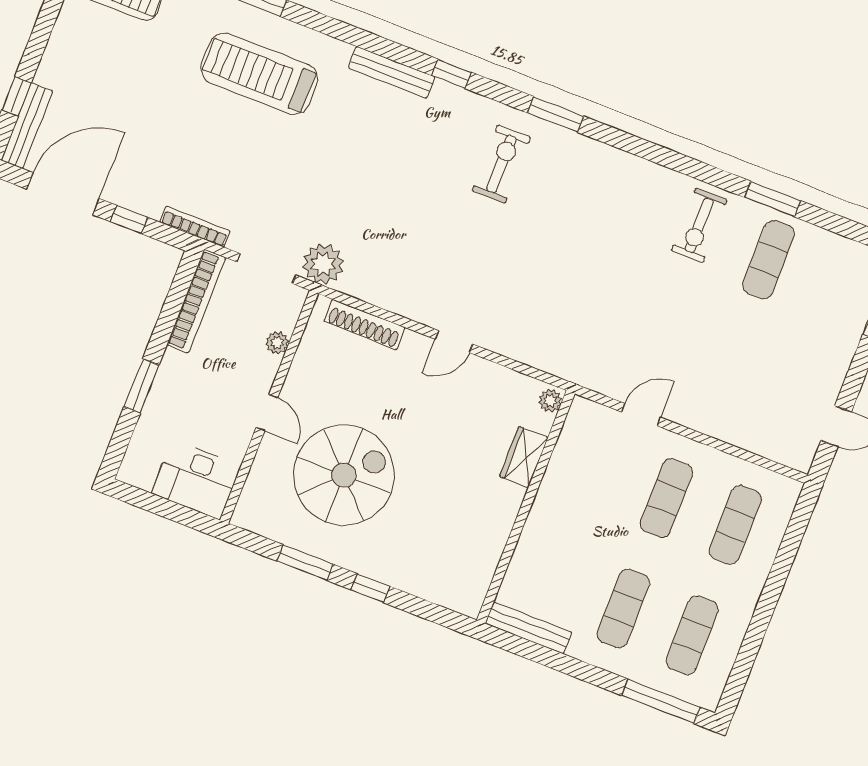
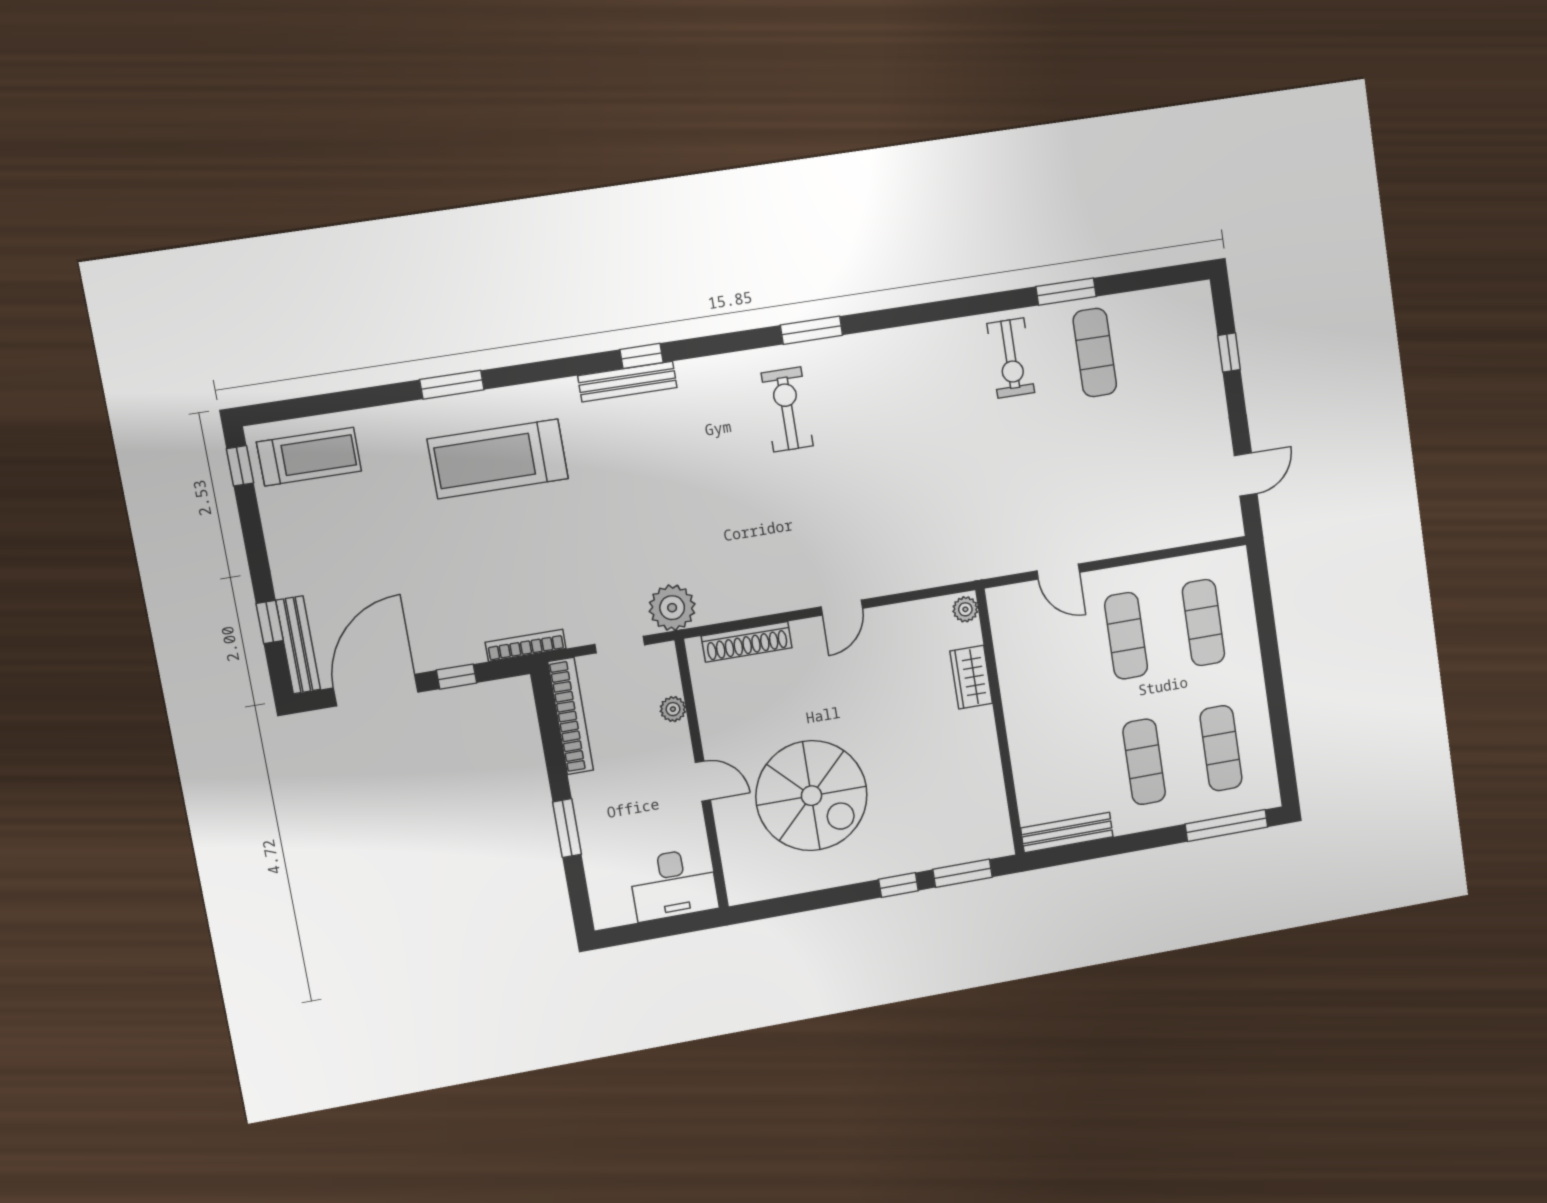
window: (451, 74) -> (641, 356), moved
doorway: (266, 268) -> (620, 645), width x0.73
door: (641, 415) -> (1058, 572), swing flipped
spiral stairs: (344, 475) -> (811, 796), turned 90
window: (305, 563) -> (963, 873), moved

